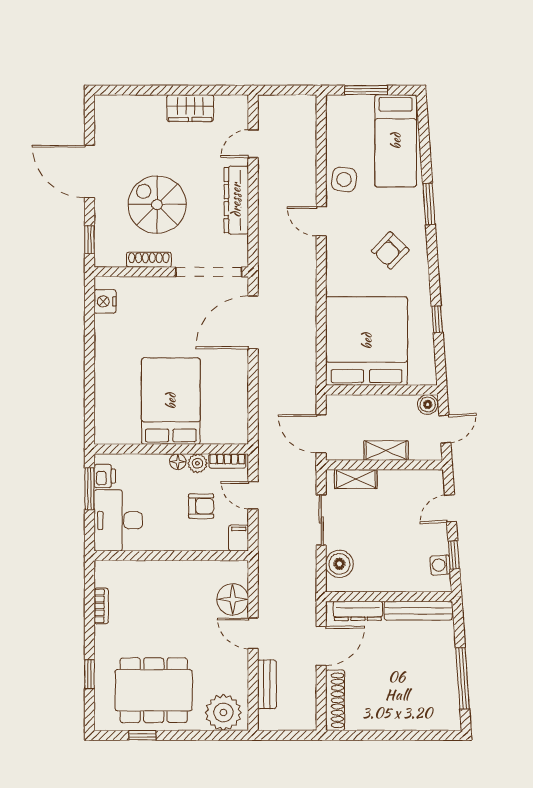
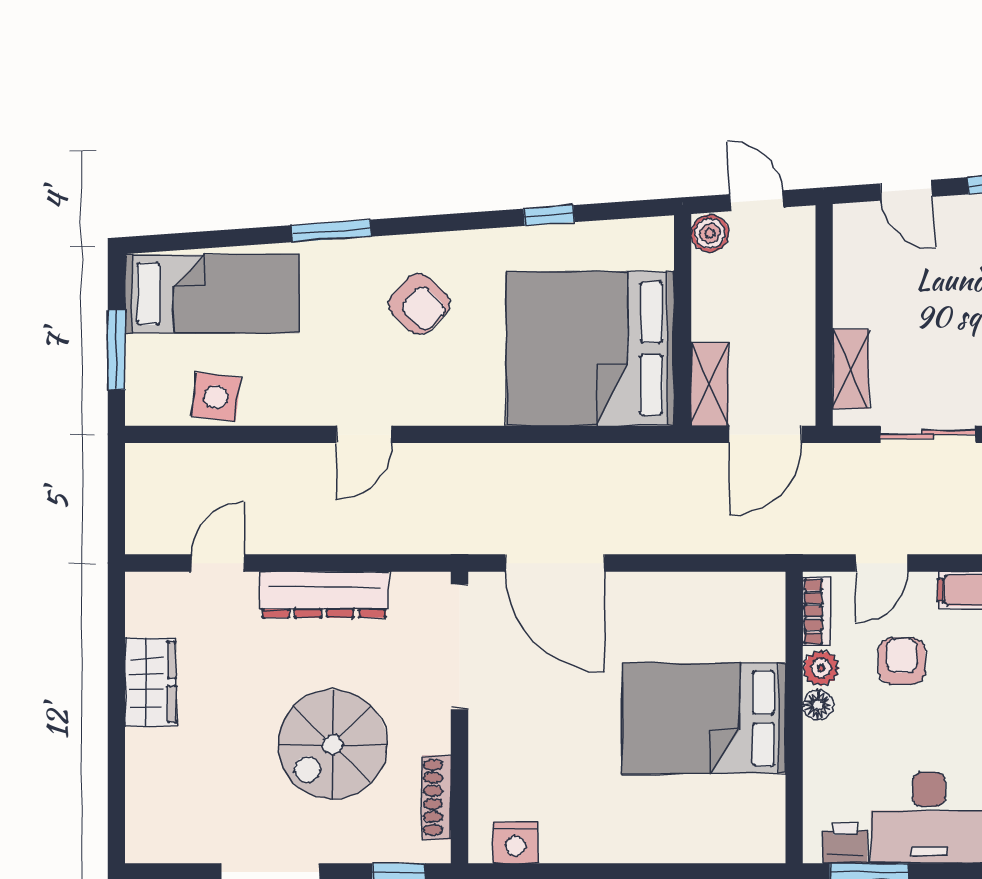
door: (253, 144) -> (218, 563), swing flipped
side table: (344, 179) -> (216, 397), moved
shoe rack: (149, 260) -> (437, 797), moved
shelving: (386, 451) -> (710, 385), moved

